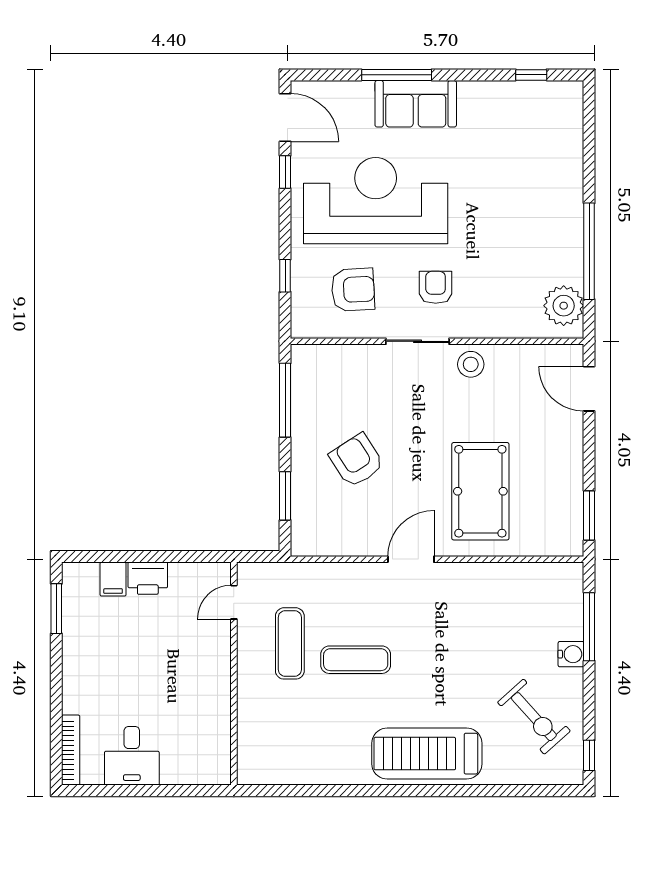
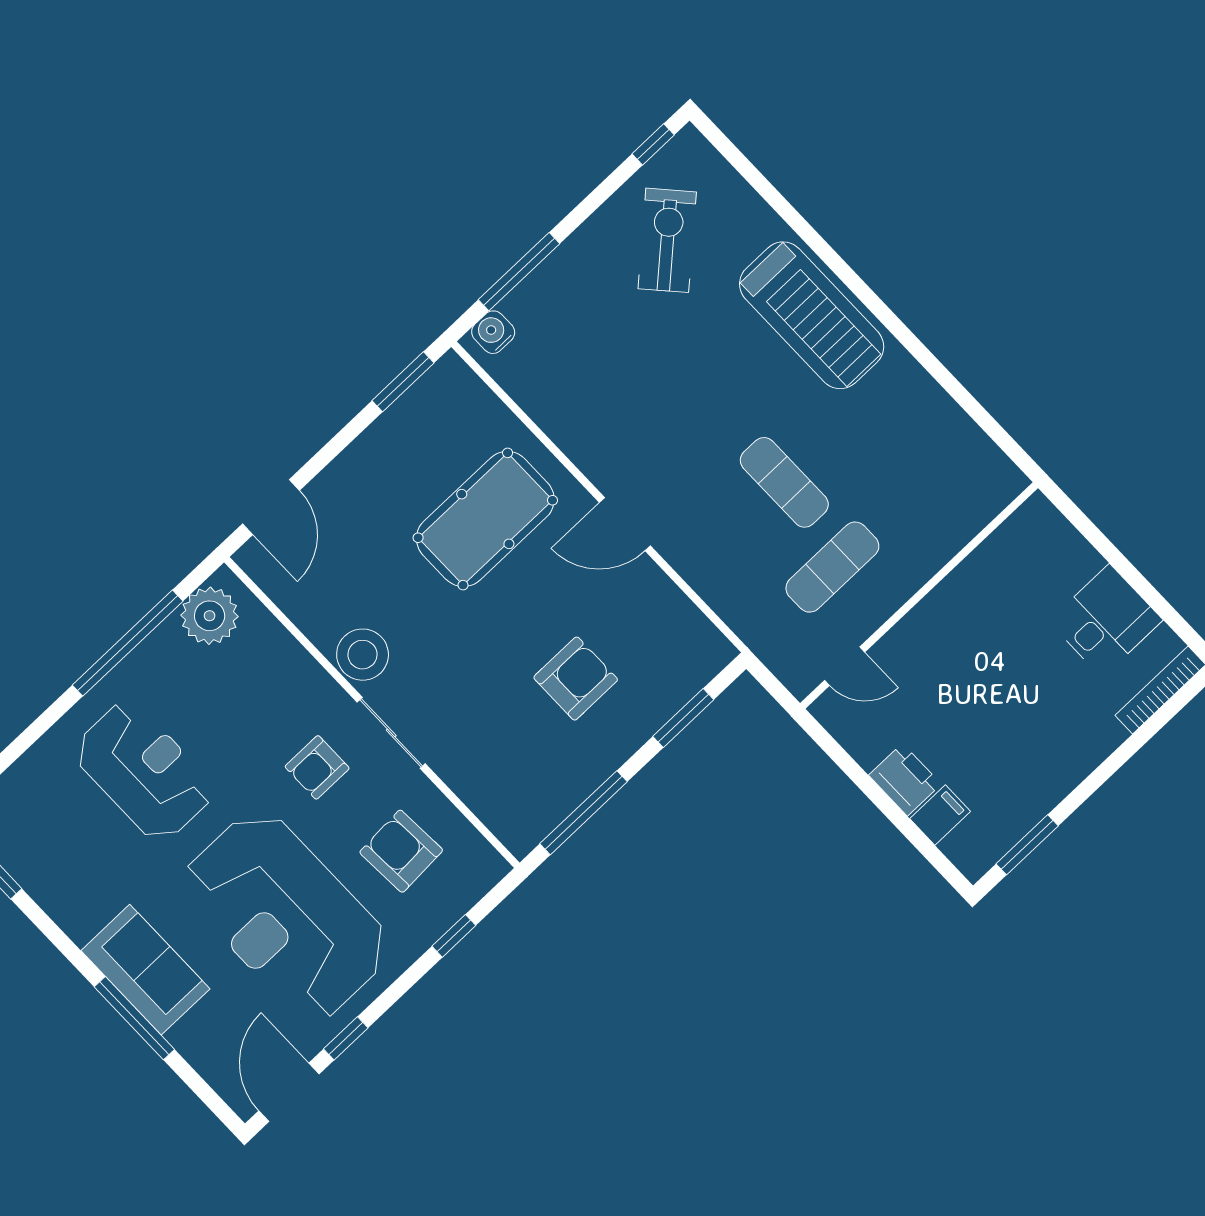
reception desk: (517, 198) -> (144, 771), added
stool: (471, 364) -> (363, 655), width x1.38, depth x1.38
armchair: (357, 460) -> (576, 679), turned -147
water cooler: (571, 654) -> (493, 332), moved

